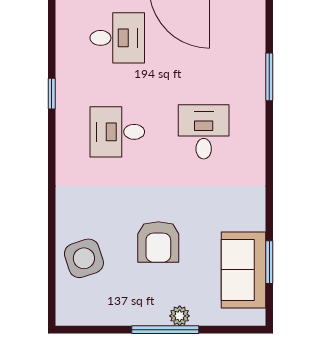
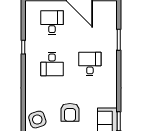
desk: (117, 38) -> (52, 23), turned -90
desk: (117, 132) -> (52, 64), turned -90

